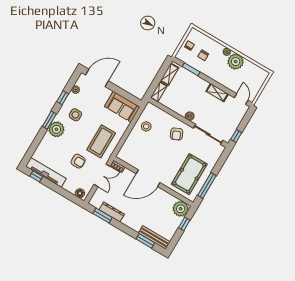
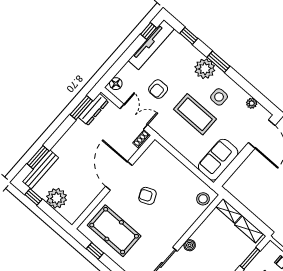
window: (63, 98) -> (189, 36), moved
stool: (146, 126) -> (203, 199), moved
armchair: (177, 134) -> (148, 196), moved
coffee table: (101, 141) -> (195, 114), moved
double door: (102, 175) -> (134, 117), swing flipped
window: (207, 186) -> (95, 251), width x0.46
plant: (181, 209) -> (57, 198), moved
dresser: (112, 212) -> (93, 109), moved
window: (184, 224) -> (33, 197), moved

